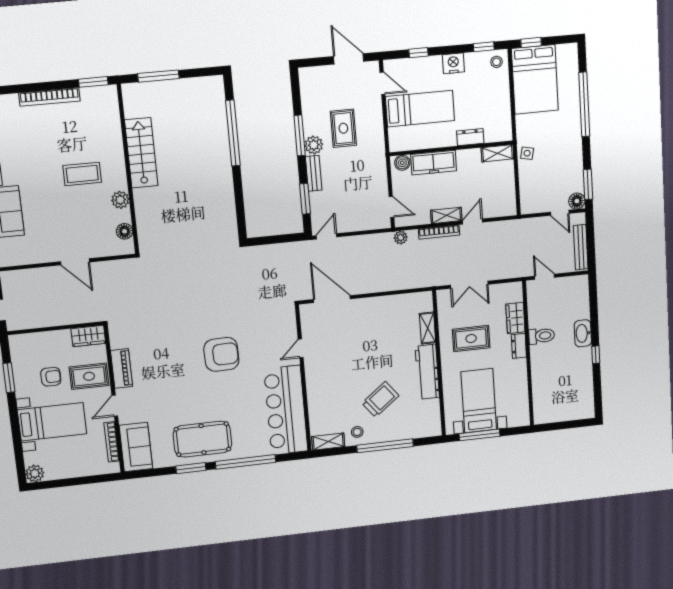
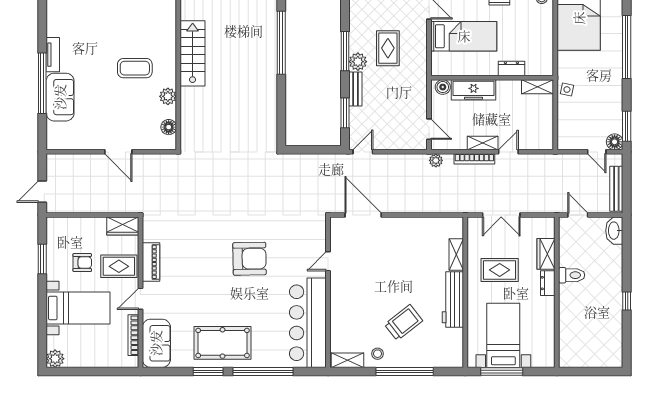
washbasin: (583, 333) -> (614, 231), moved

